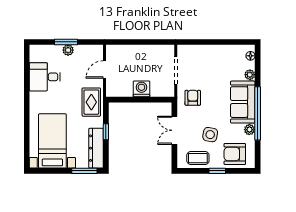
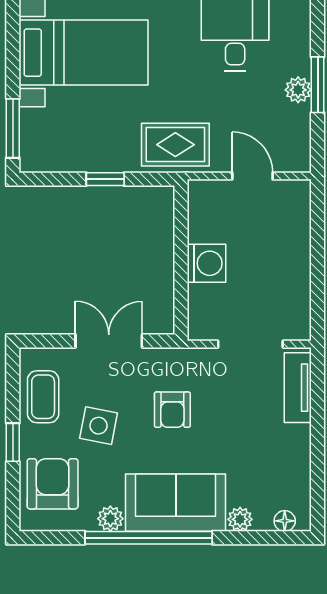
tv unit: (194, 50) -> (298, 388), added
armchair: (193, 98) -> (172, 410), moved, turned 90
dresser: (96, 148) -> (66, 156), removed

